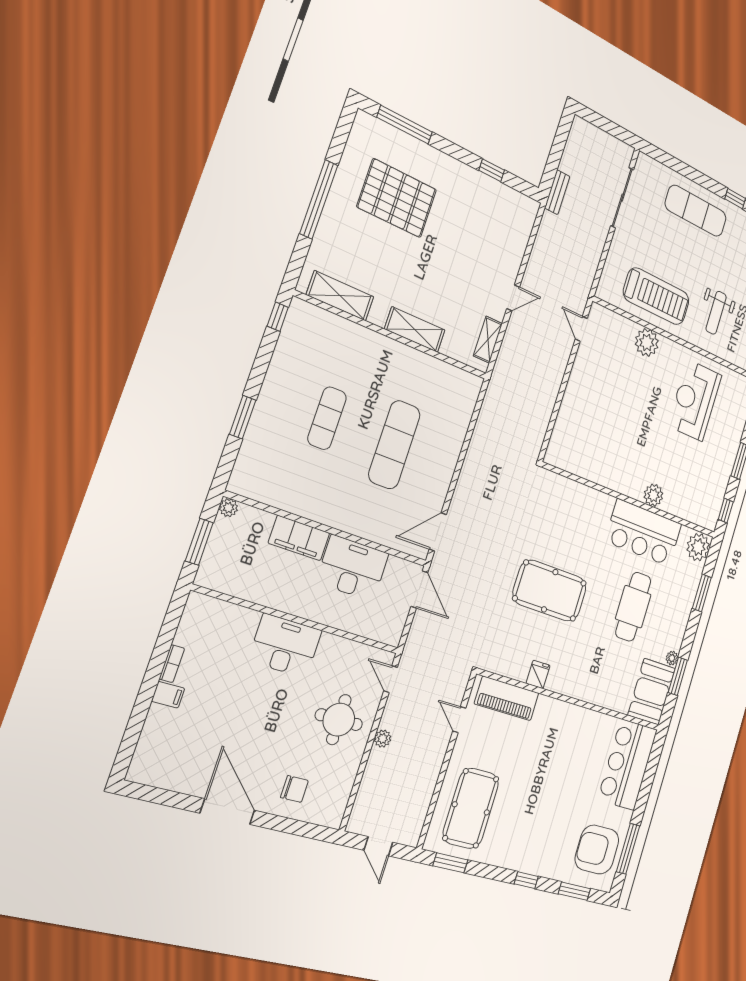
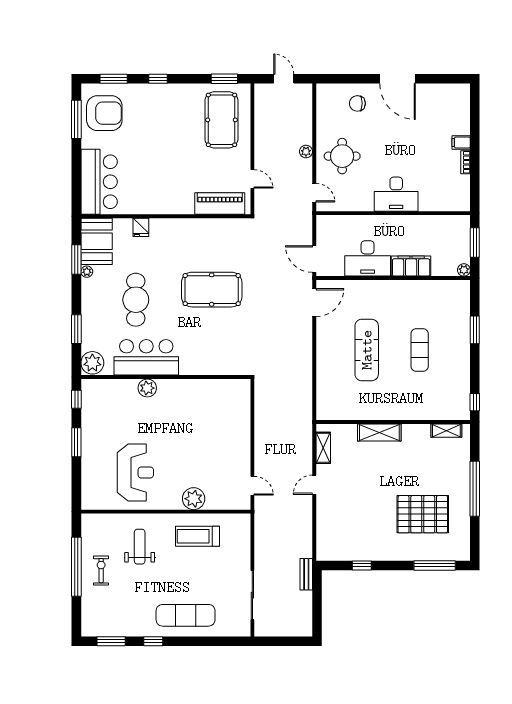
shelving: (340, 296) -> (446, 431), width x0.67, depth x0.75
treadmill: (656, 296) -> (197, 536), width x0.73, depth x0.73
fridge: (538, 674) -> (141, 227), moved

